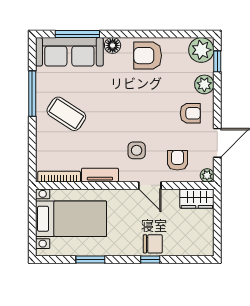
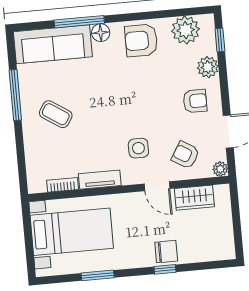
window: (77, 34) -> (79, 22), moved
plant: (201, 50) -> (186, 30), moved
coffee table: (66, 114) -> (56, 114), width x0.73, depth x0.77
armchair: (178, 160) -> (185, 155), turned -59
bookcase: (59, 177) -> (63, 185), width x0.64
wardrobe: (197, 199) -> (194, 198), moved

